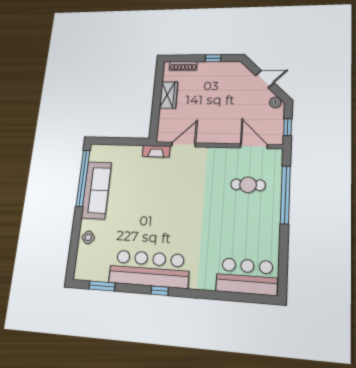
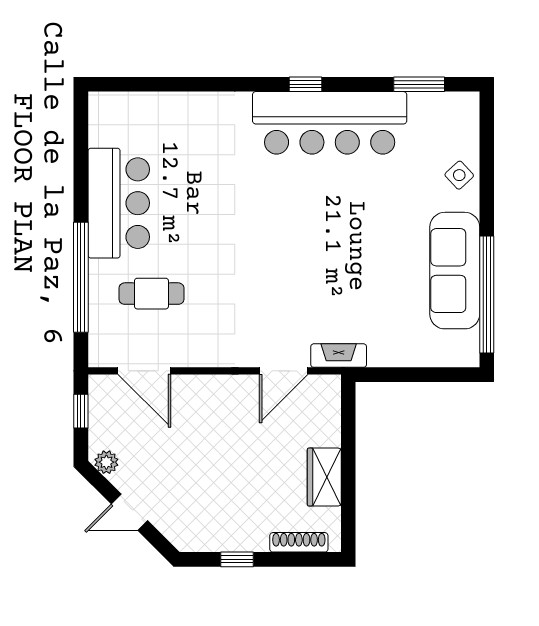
bar counter: (247, 276) -> (119, 203), moved, turned -90

